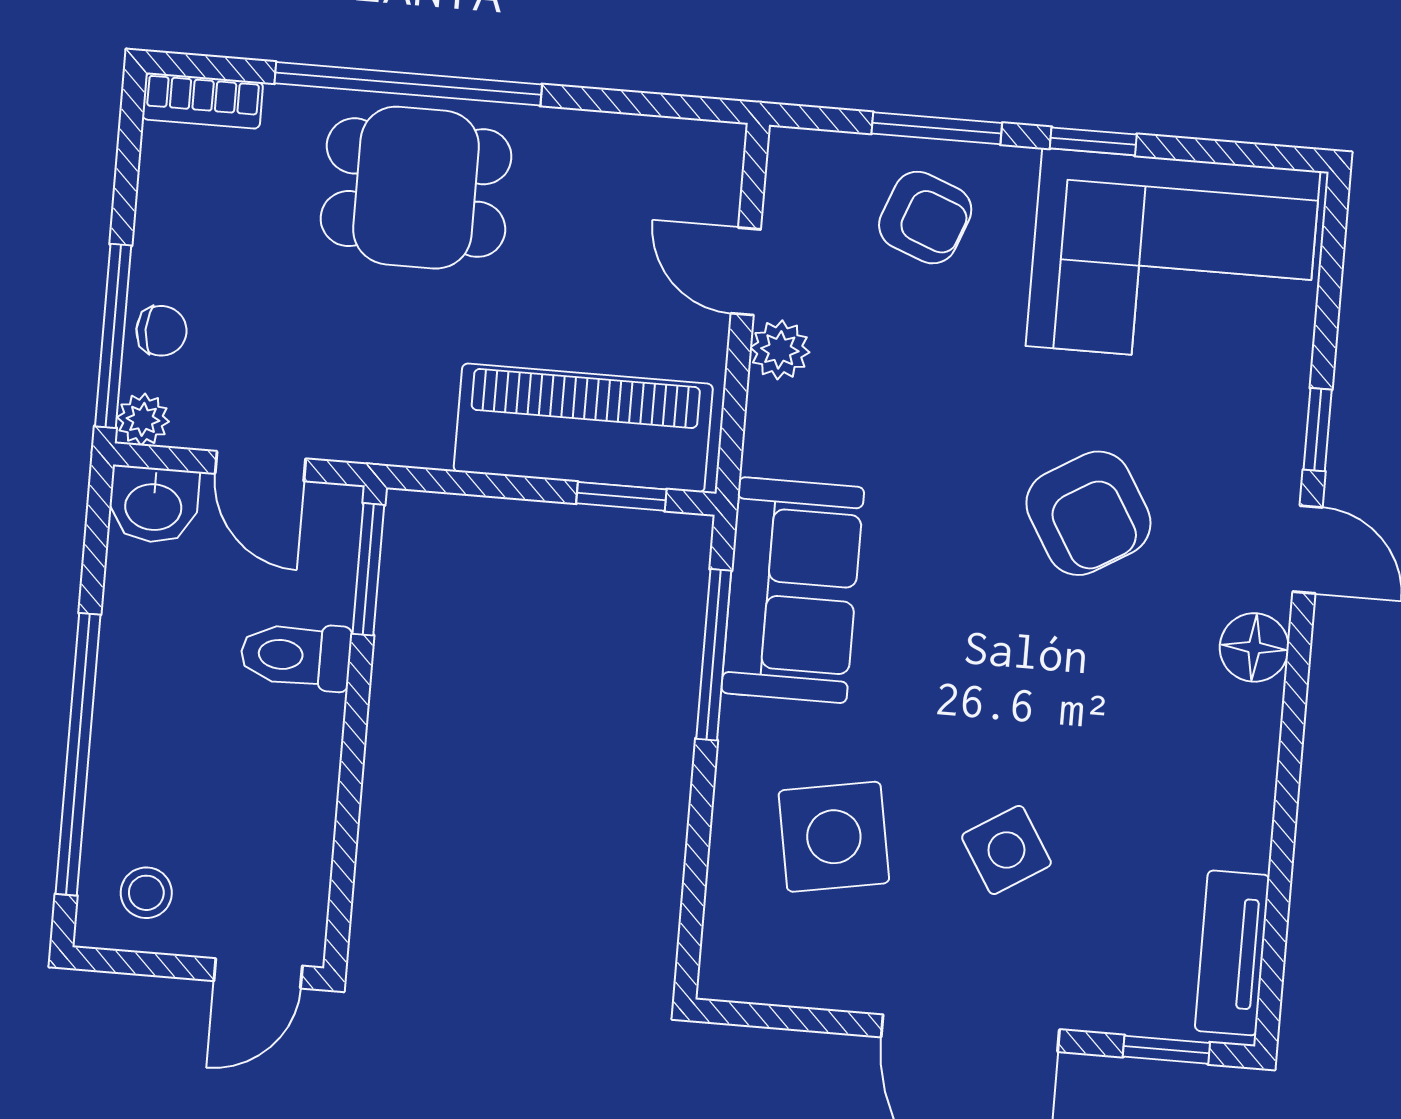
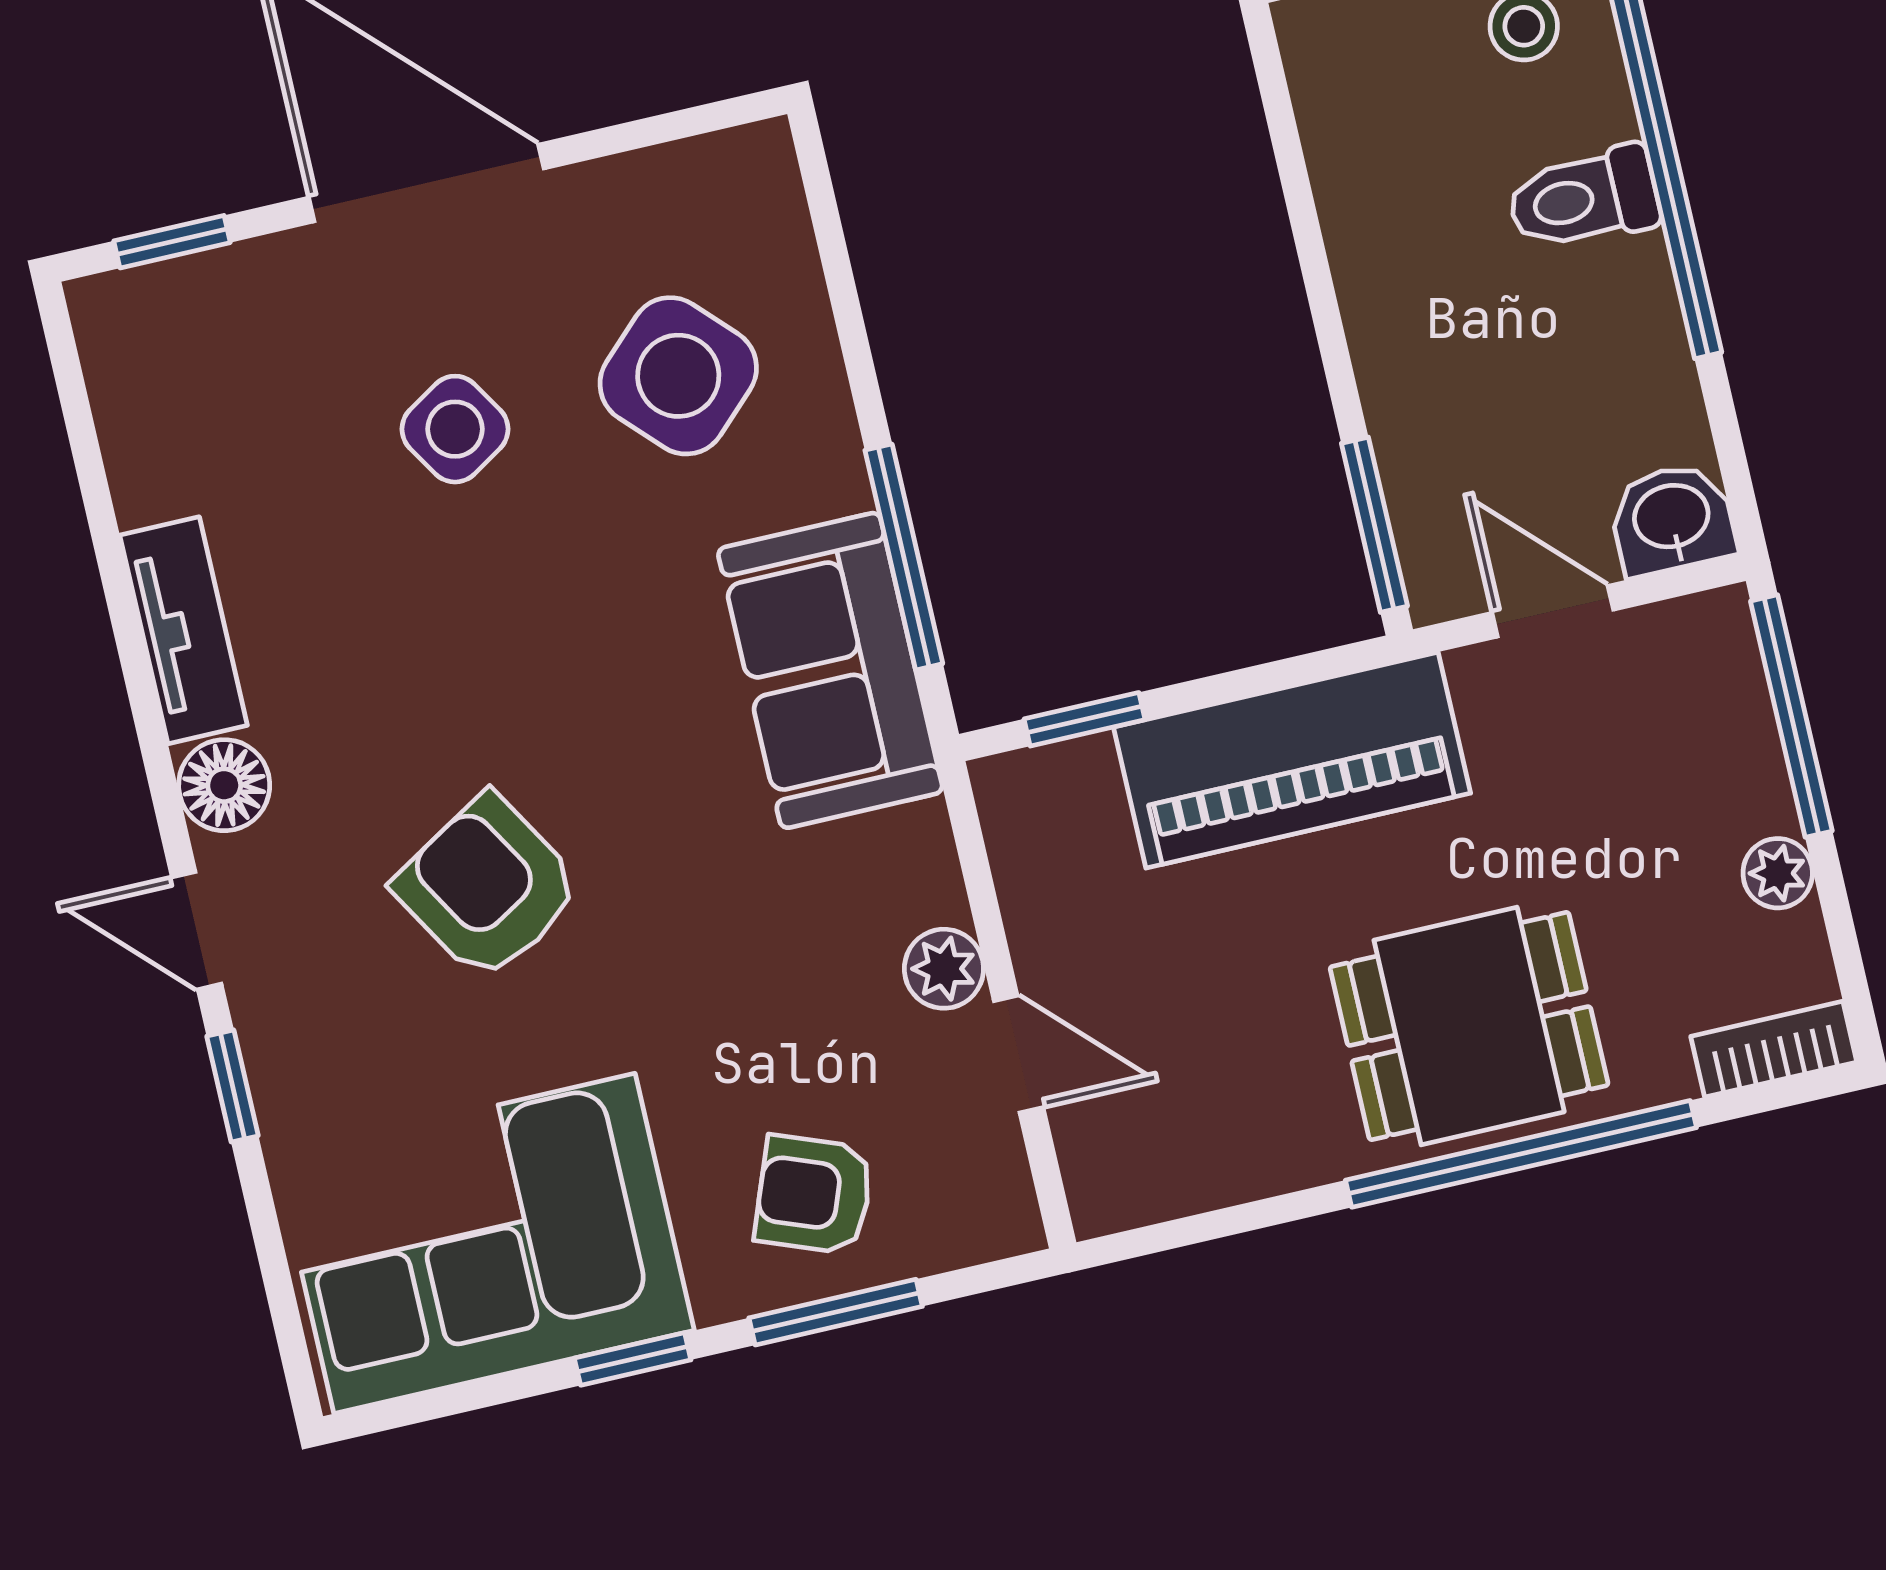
chair: (161, 331) -> (1732, 742), removed
plant: (143, 419) -> (1778, 873), moved
piano: (583, 428) -> (1292, 760), moved
toilet: (296, 656) -> (1583, 198), moved, turned 180
side table: (834, 837) -> (678, 376), turned -34
tv unit: (1232, 953) -> (184, 630), moved

